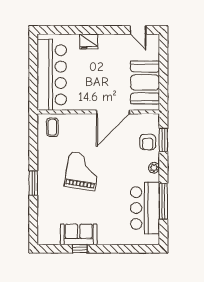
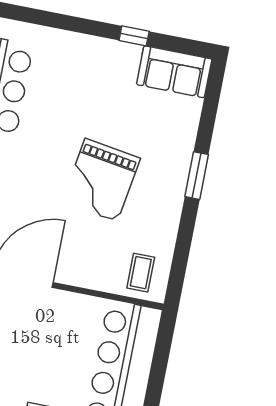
sofa: (79, 234) -> (174, 72), moved

